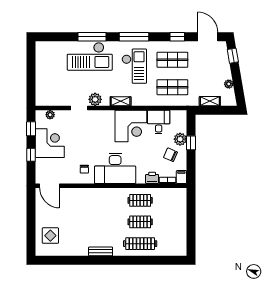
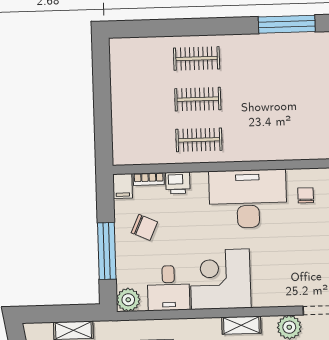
plant: (180, 139) -> (128, 300), moved
window: (191, 143) -> (107, 251), width x2.17
clothes rail: (140, 244) -> (197, 58), width x0.73
bench: (101, 251) -> (271, 42), removed
window: (92, 260) -> (287, 24), added

